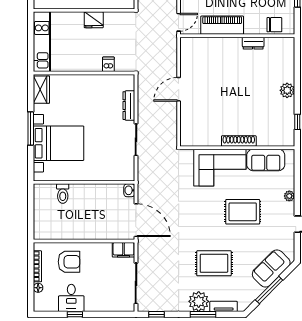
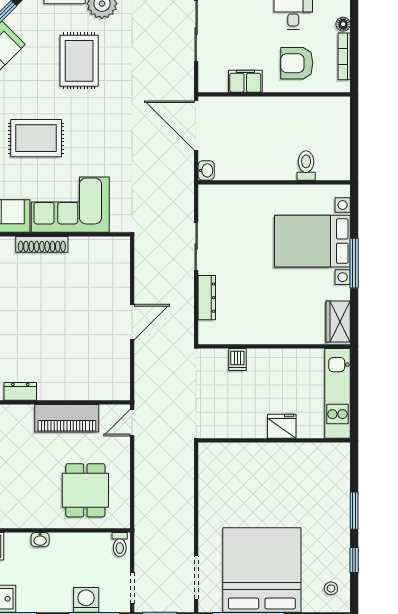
fridge: (94, 20) -> (282, 426), moved
filing cabinet: (124, 250) -> (245, 81), moved
rug: (214, 263) -> (79, 61), turned 90

